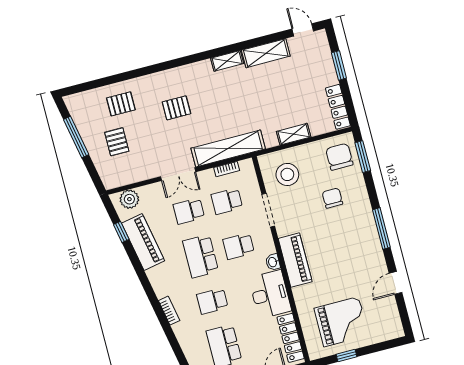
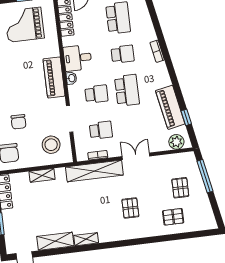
pallet: (176, 108) -> (130, 208), turned 90
window: (76, 137) -> (205, 176), moved
school desk: (189, 211) -> (131, 126), removed
desk: (270, 294) -> (78, 58), width x0.73

